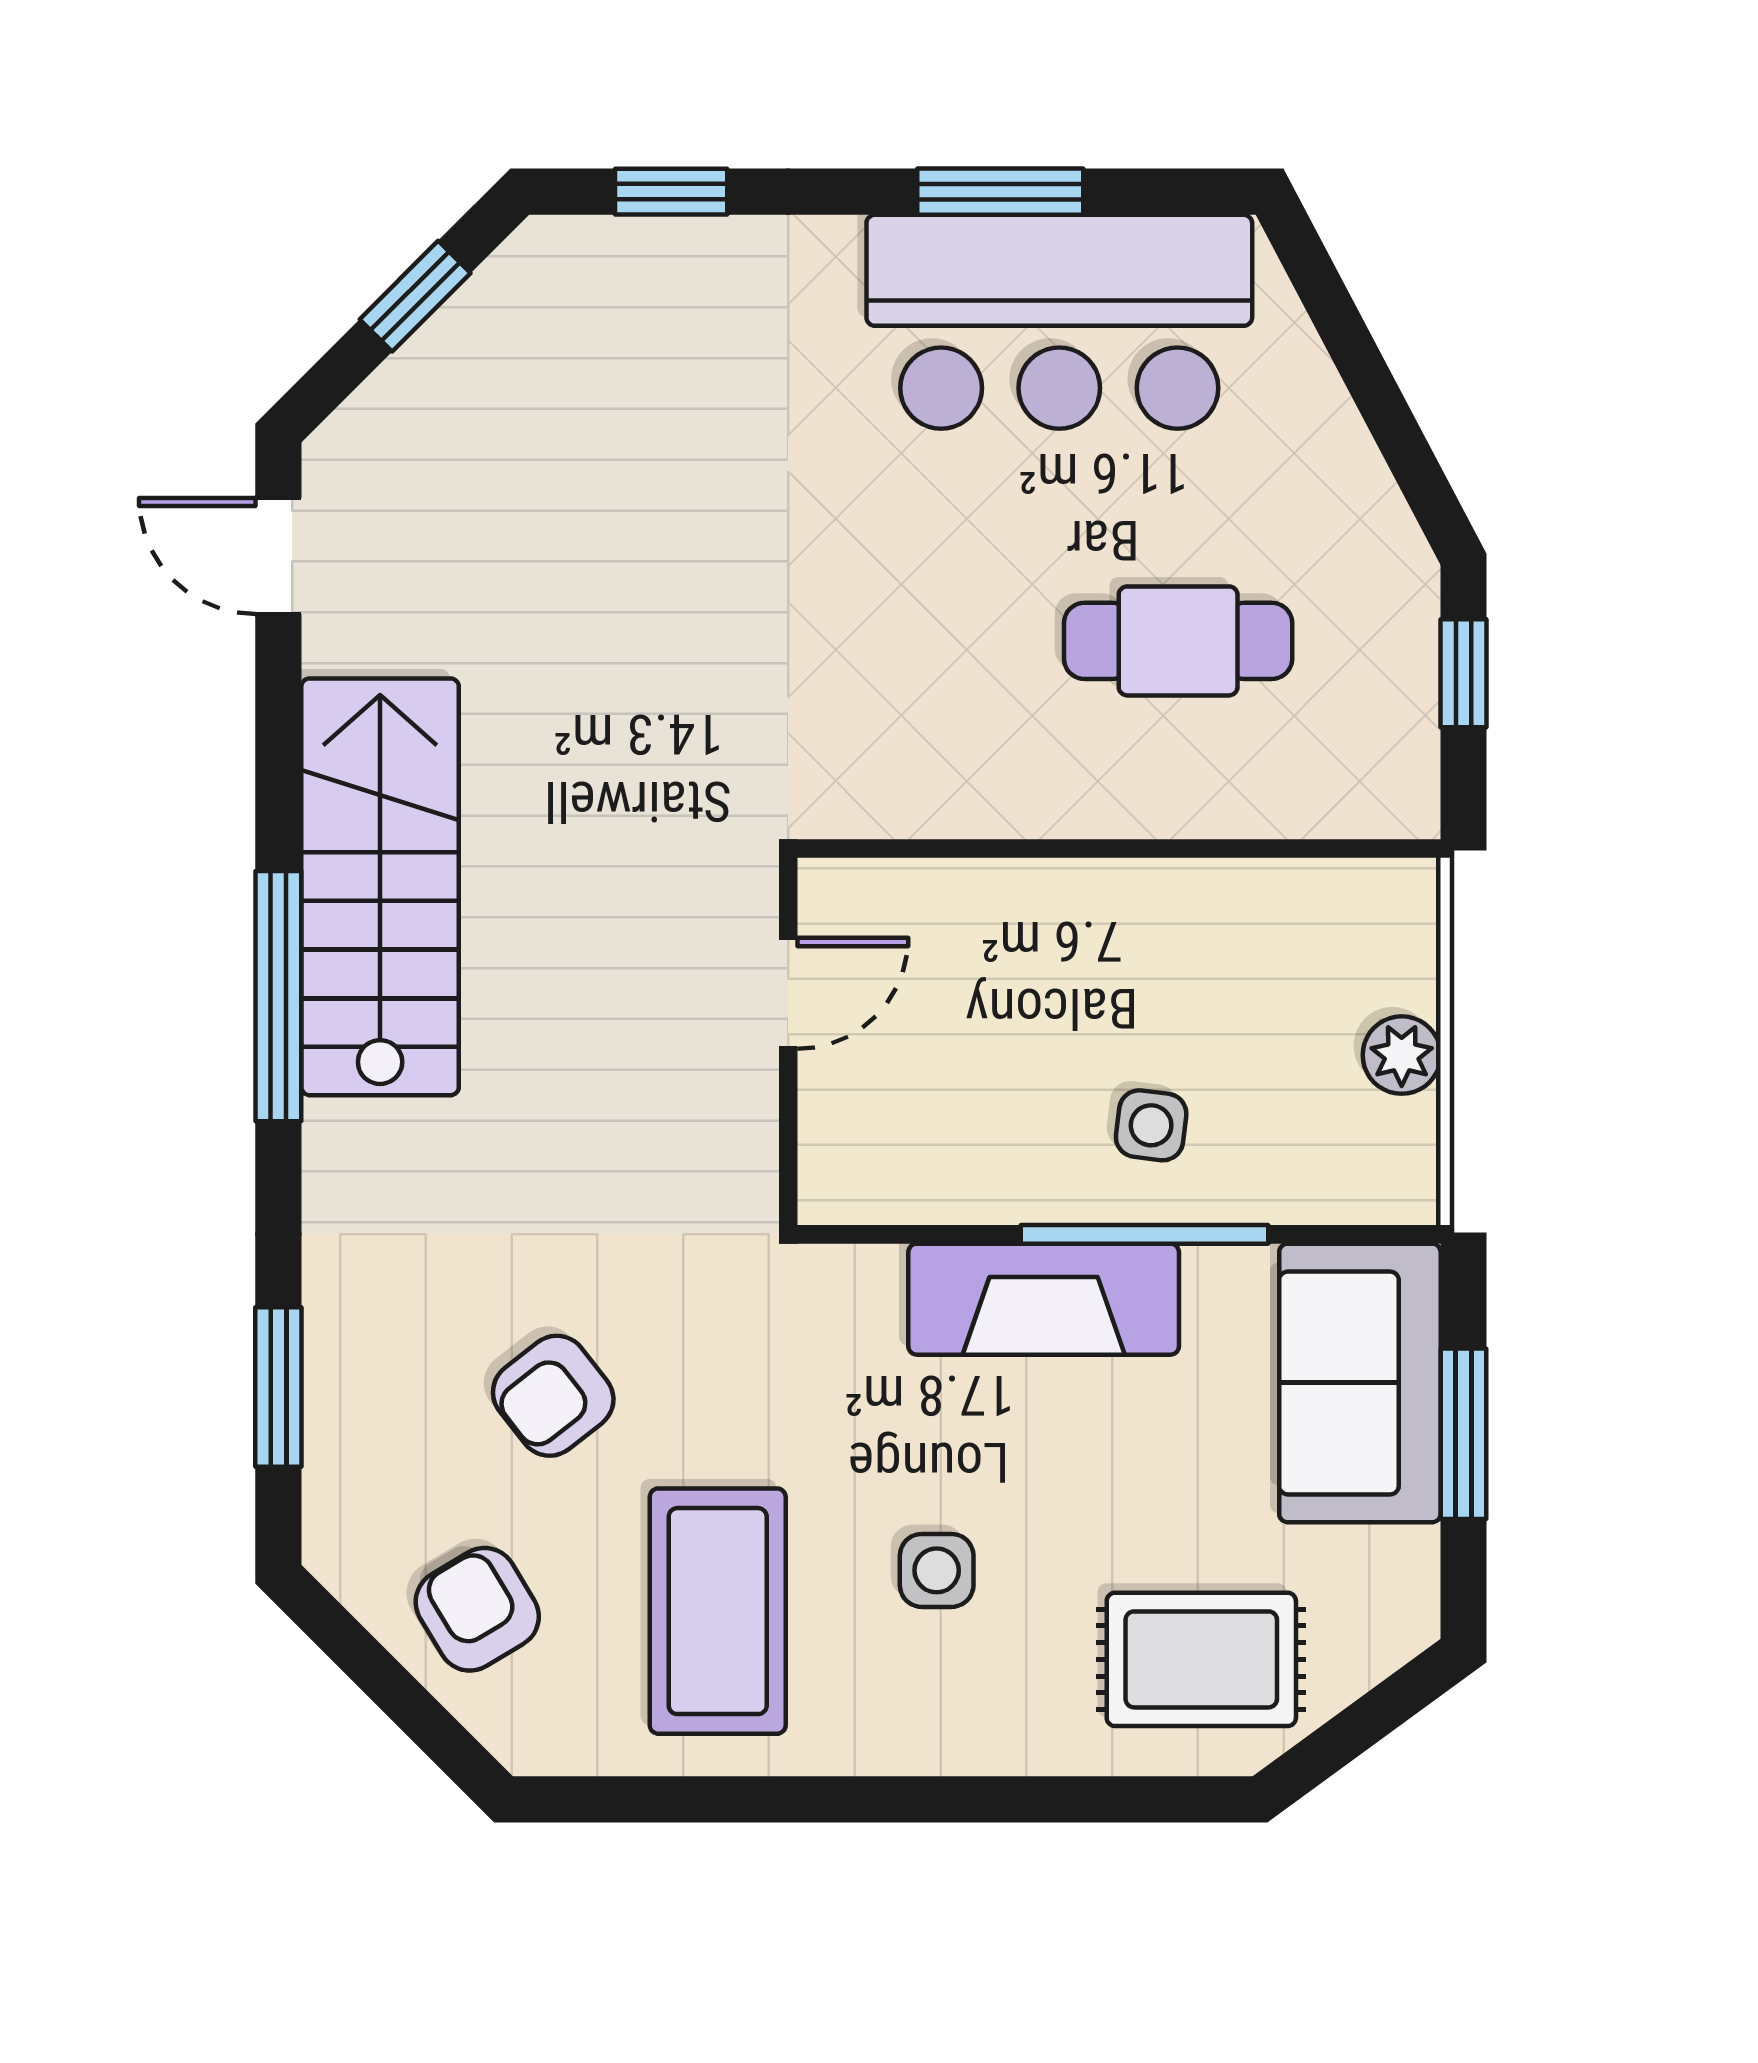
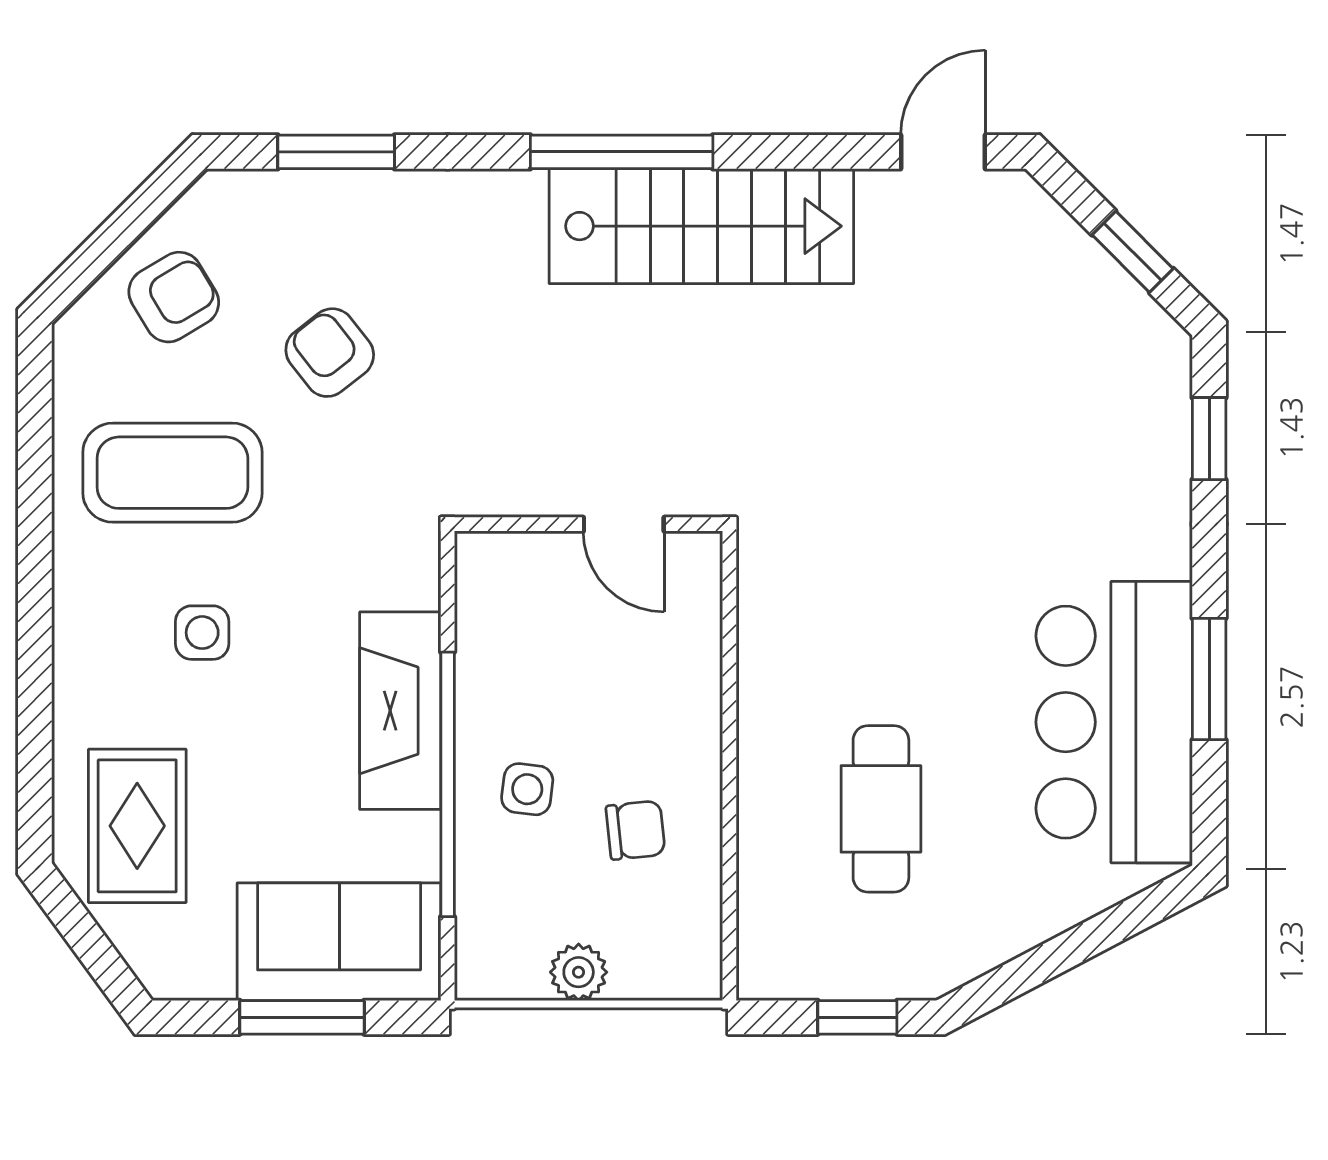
chair: (1207, 977) -> (636, 830), added
window: (1145, 1234) -> (448, 784), width x1.46

